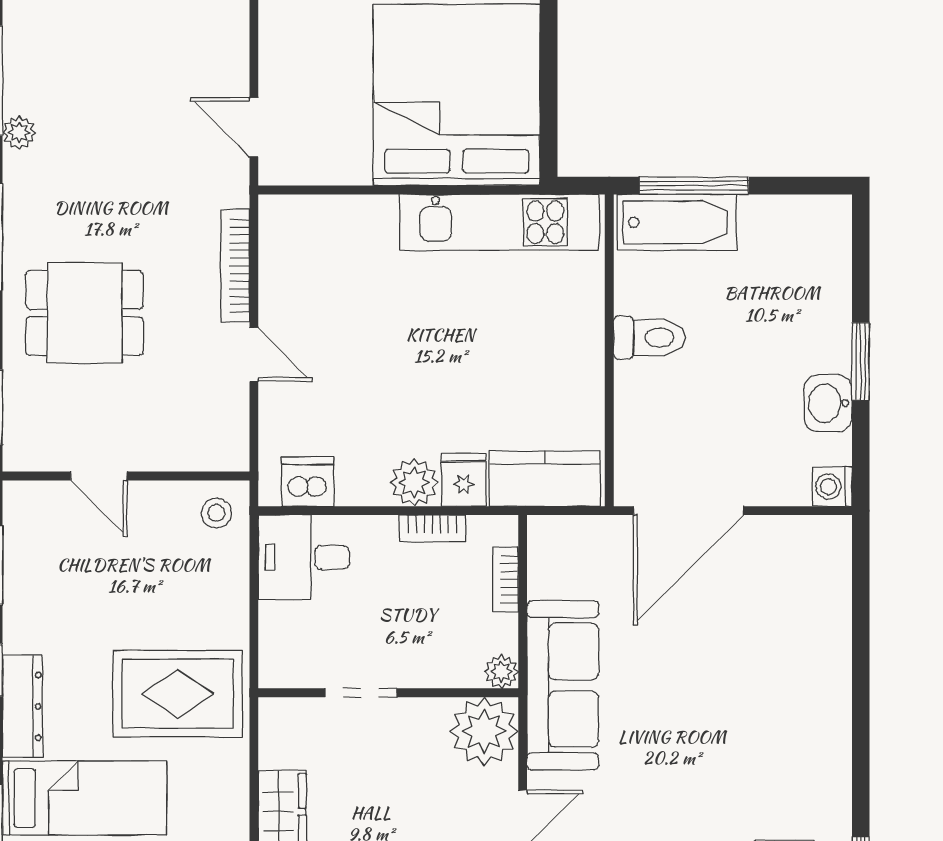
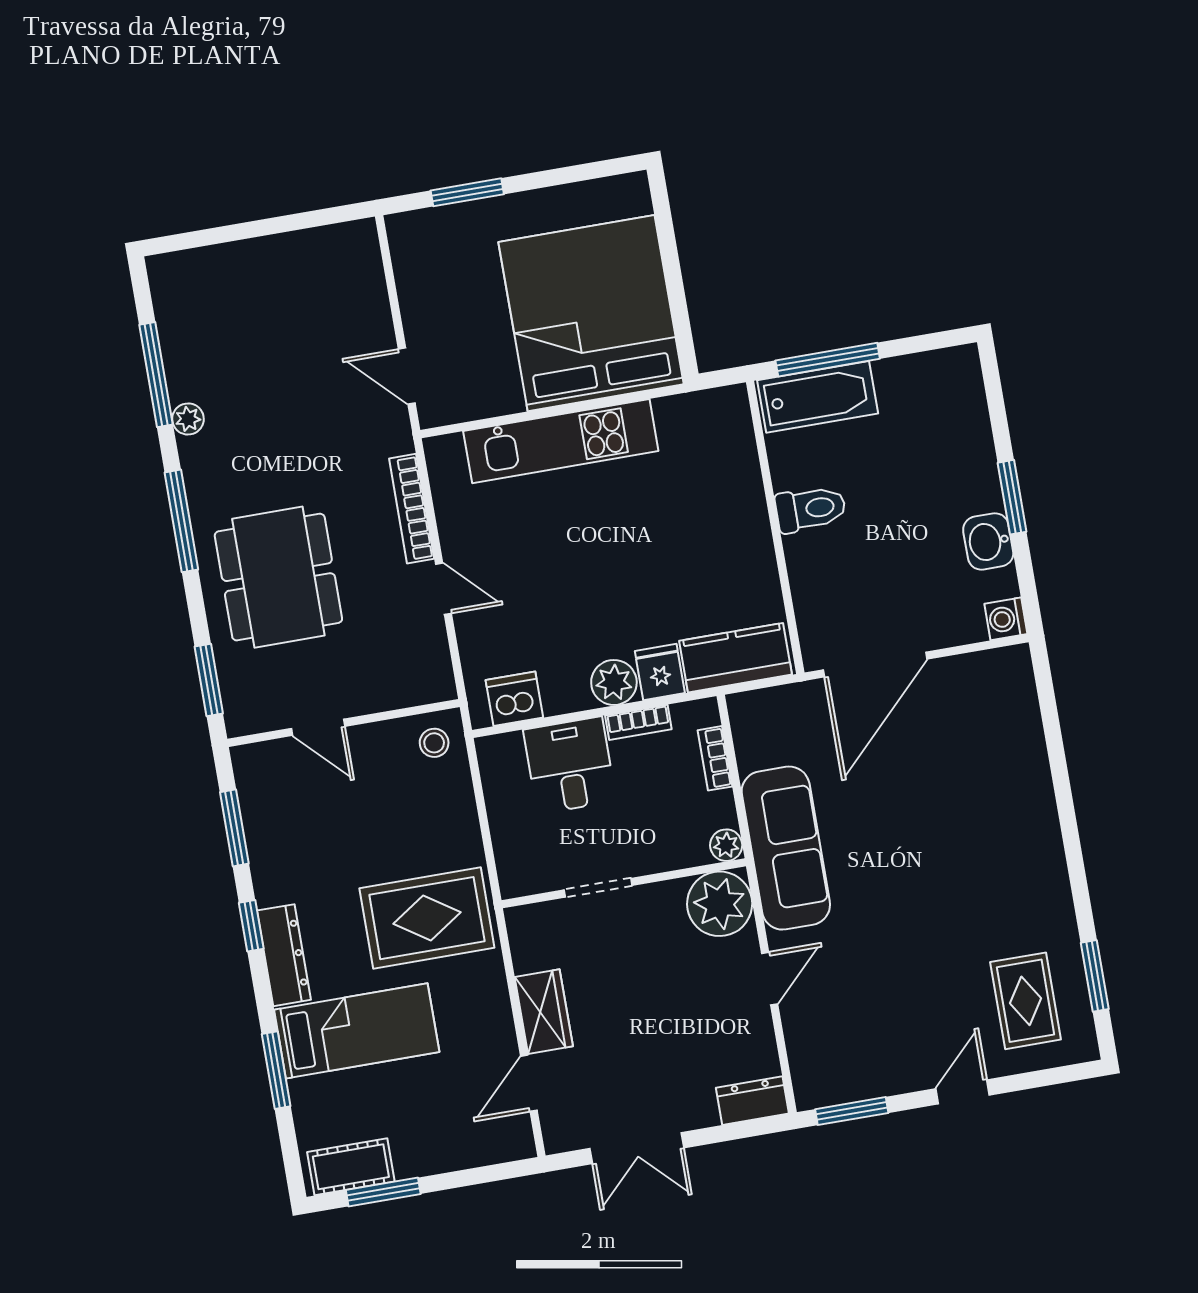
kitchen unit: (499, 222) -> (561, 441), moved
dining table: (85, 313) -> (278, 577), width x1.38
desk: (304, 557) -> (570, 765), moved, turned 90

